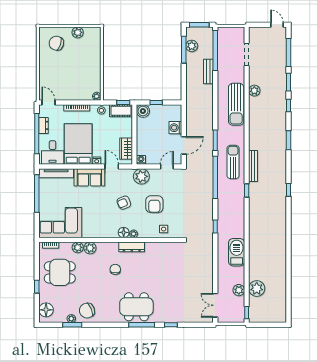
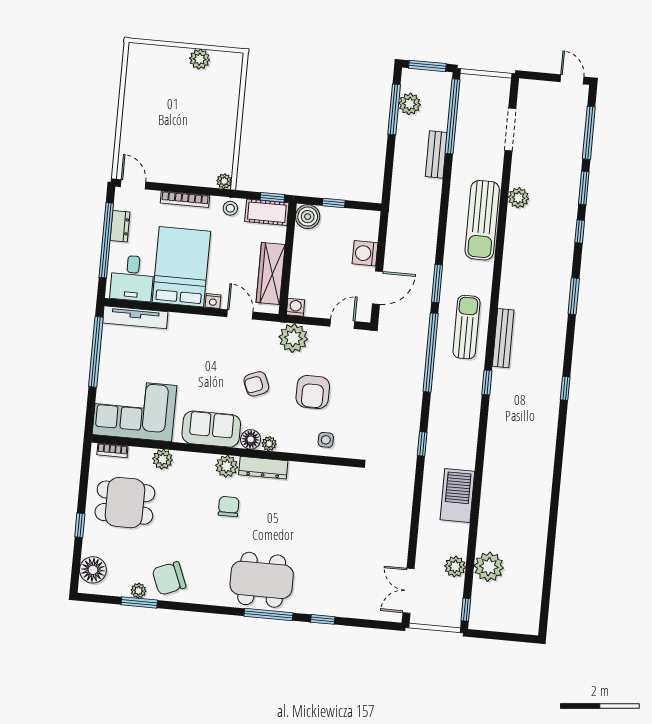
chair: (56, 43) -> (158, 75), removed
wardrobe: (126, 149) -> (271, 274), width x1.50
sofa: (89, 177) -> (211, 429), moved, turned 180
plant: (90, 248) -> (227, 466), moved

